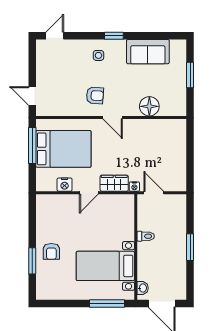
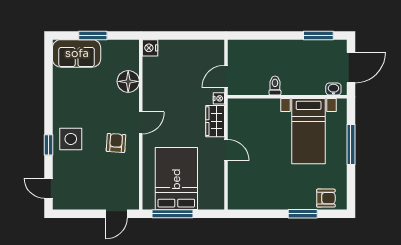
window: (114, 36) -> (48, 145), moved
sofa: (148, 52) -> (77, 53), moved, turned 90
side table: (98, 55) -> (71, 139), width x1.87, depth x1.87
nightstand: (65, 185) -> (150, 48), moved, turned 180
window: (190, 247) -> (318, 35), moved
armchair: (51, 251) -> (326, 198), moved
window: (107, 304) -> (351, 145), moved

